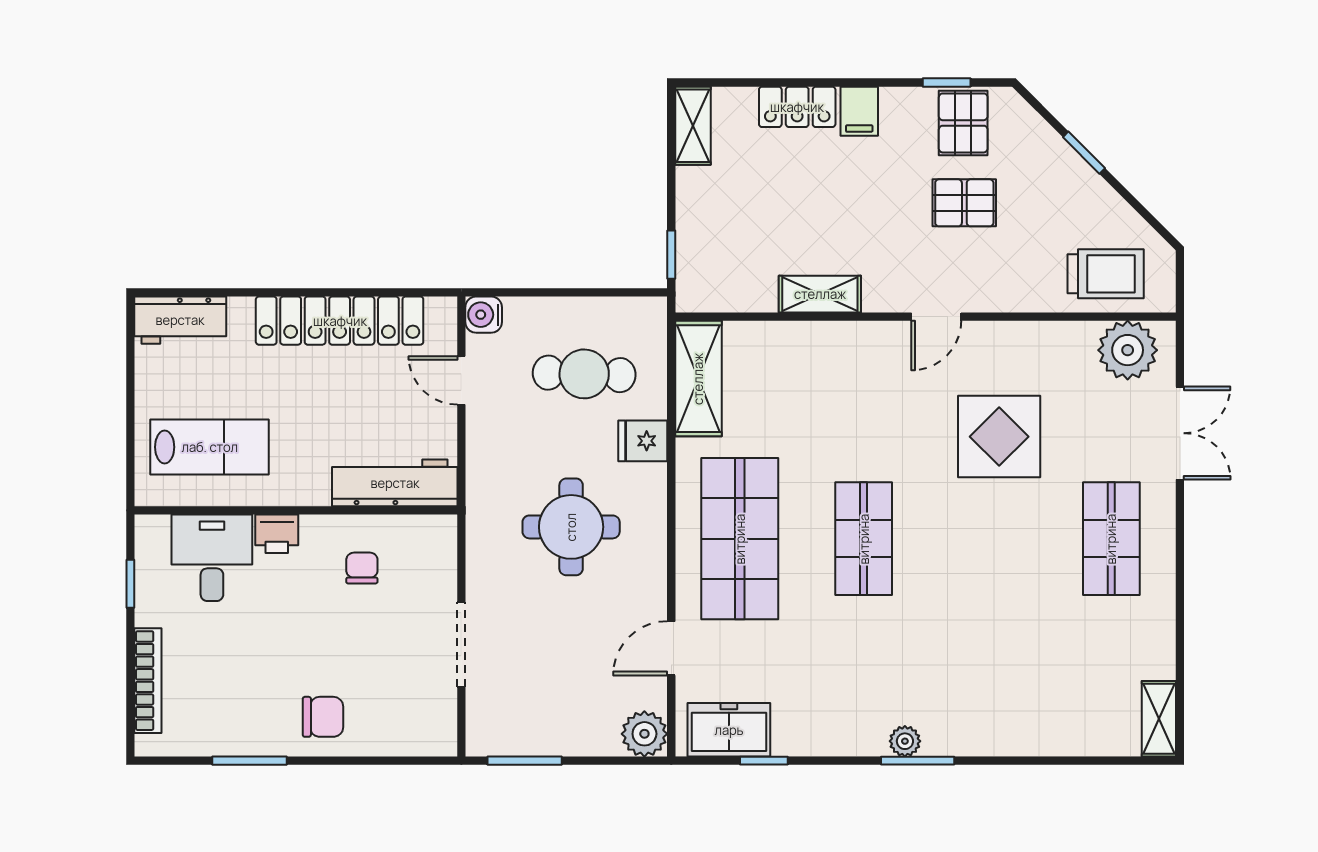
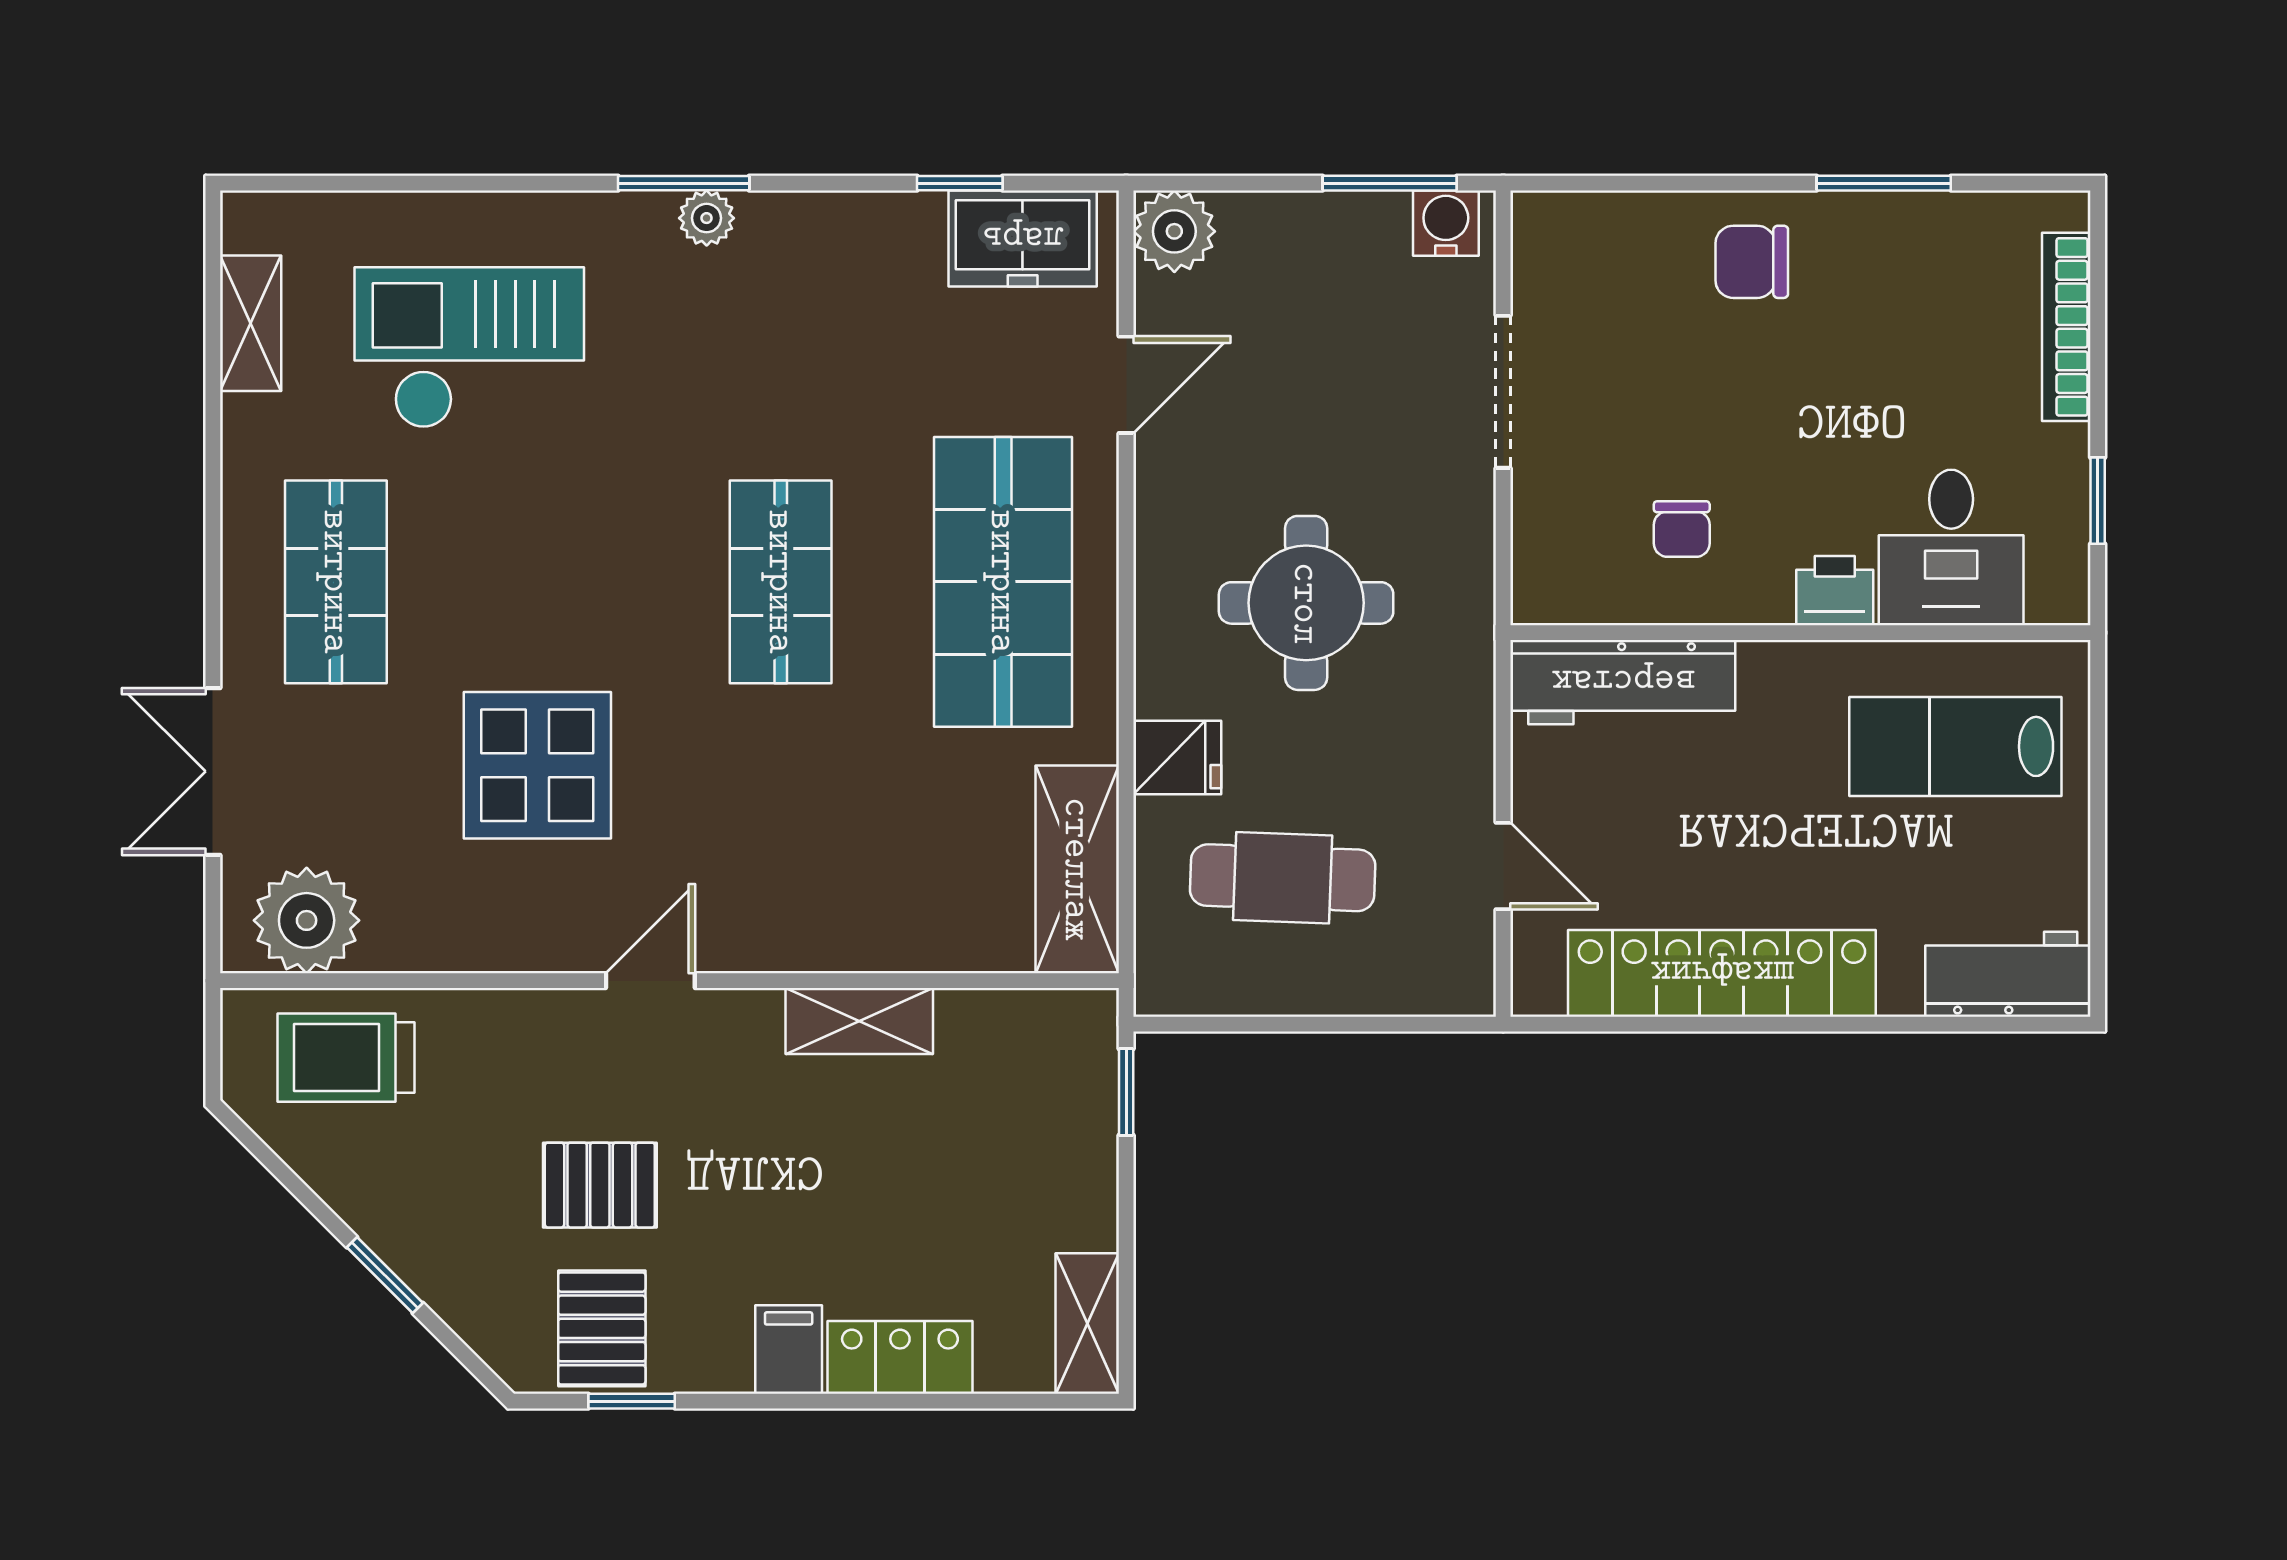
water cooler: (484, 315) -> (1446, 223), moved, turned -90
checkout: (1037, 669) -> (469, 348), added
shelving: (1159, 719) -> (251, 323), moved

